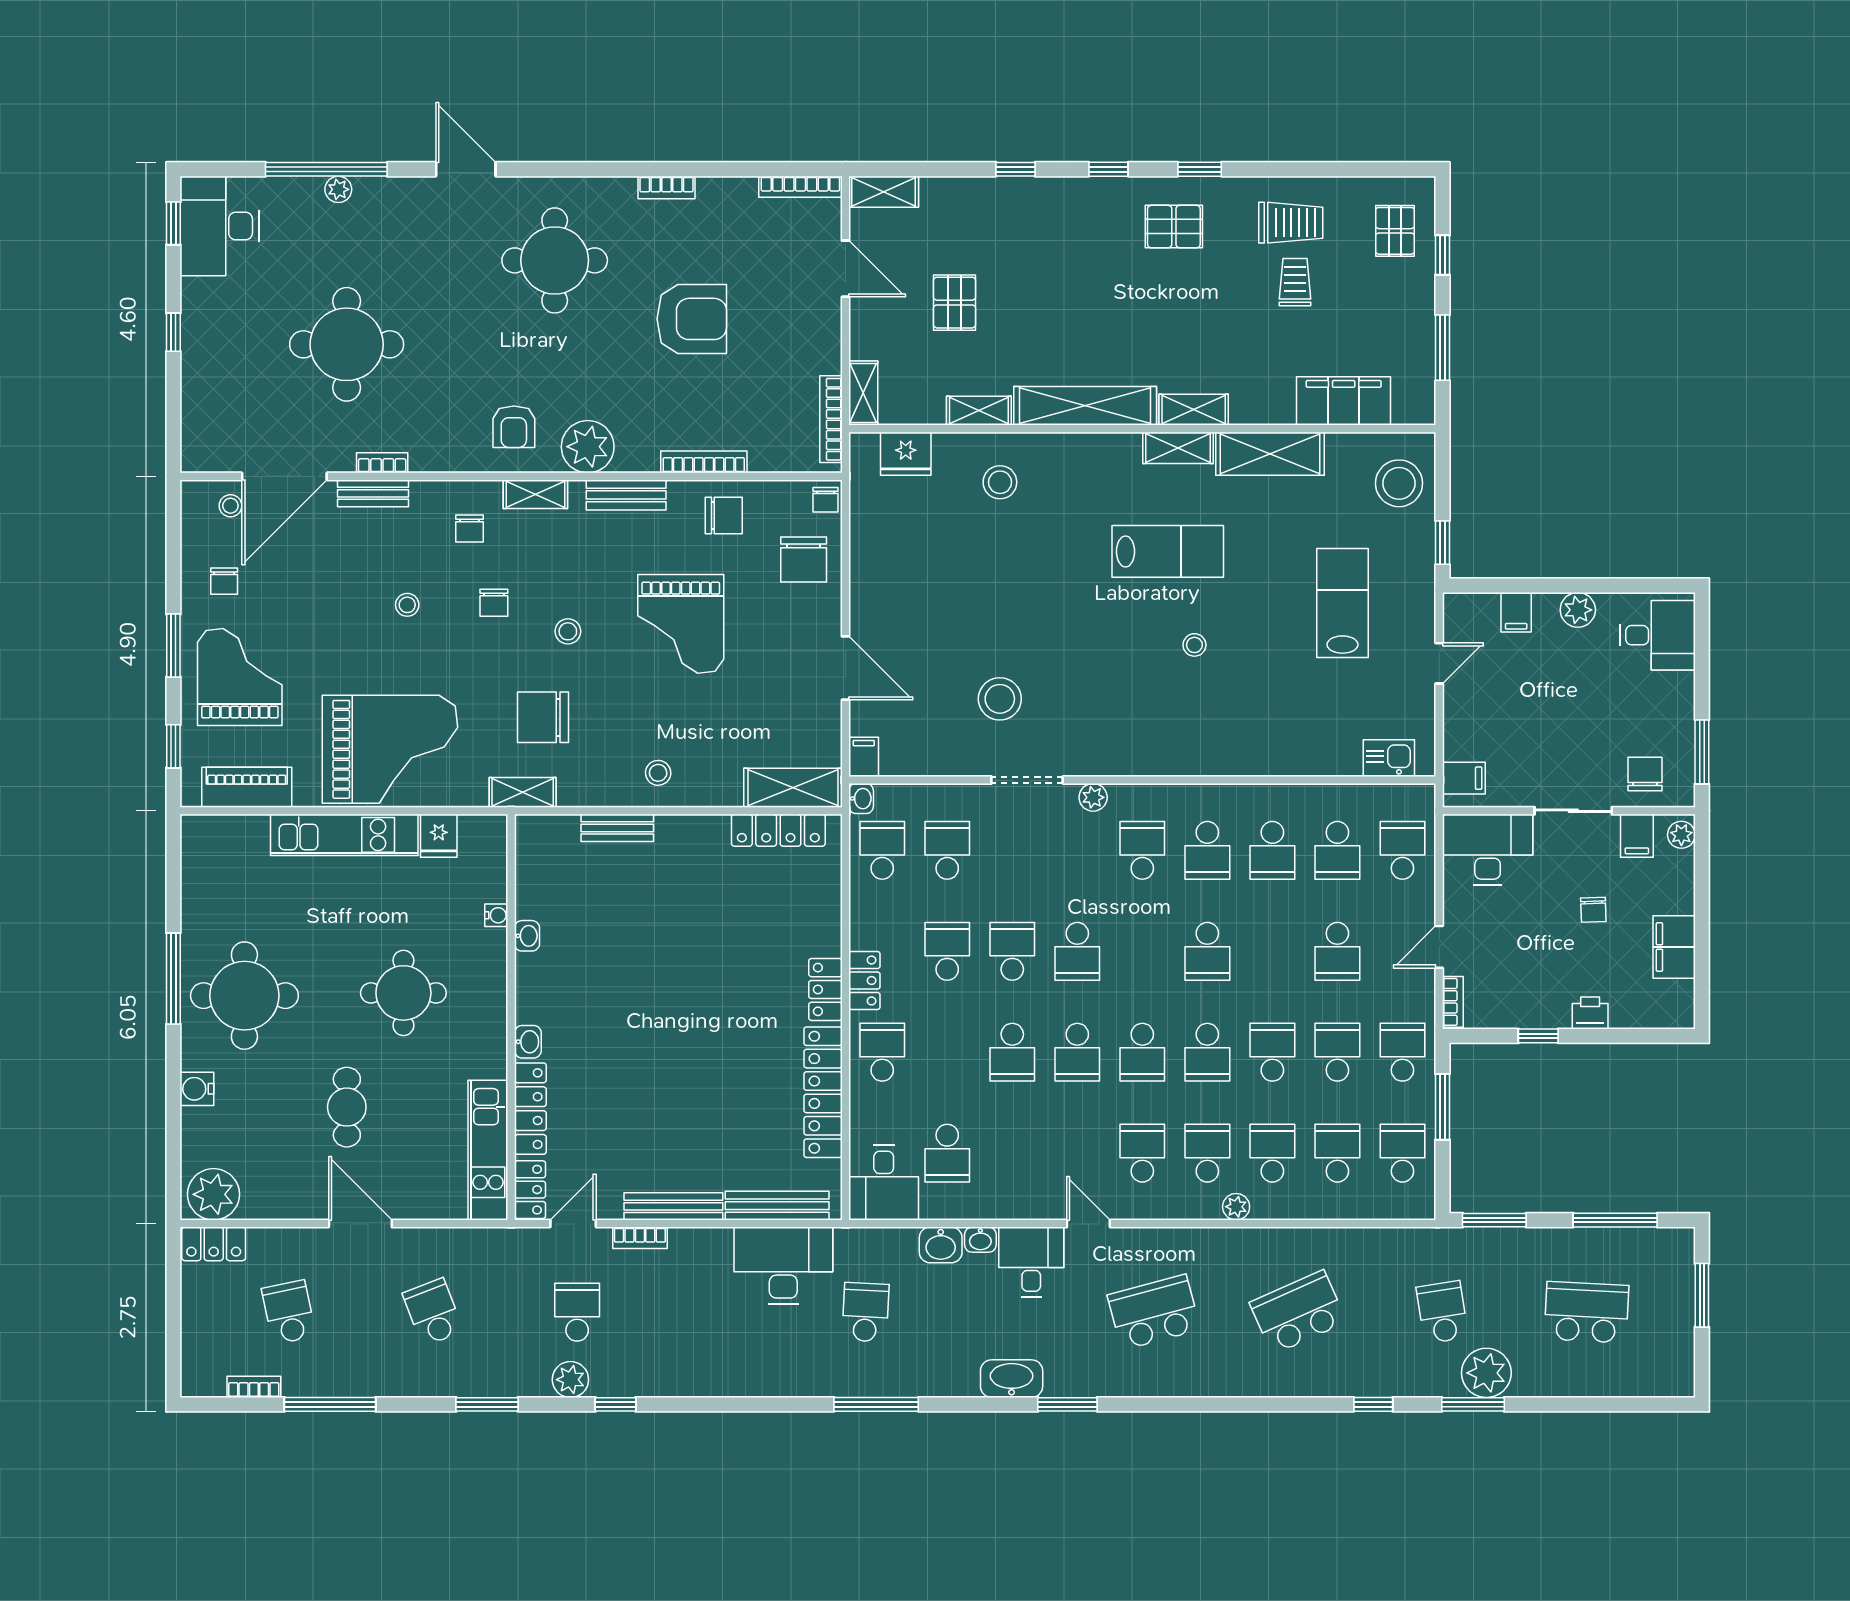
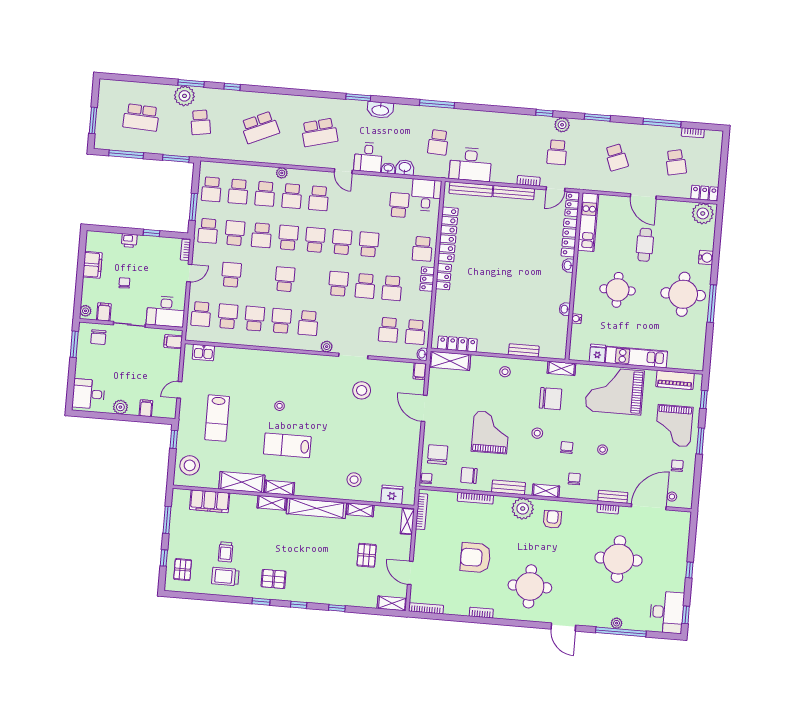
school desk: (1337, 1052) -> (235, 233), turned 180

